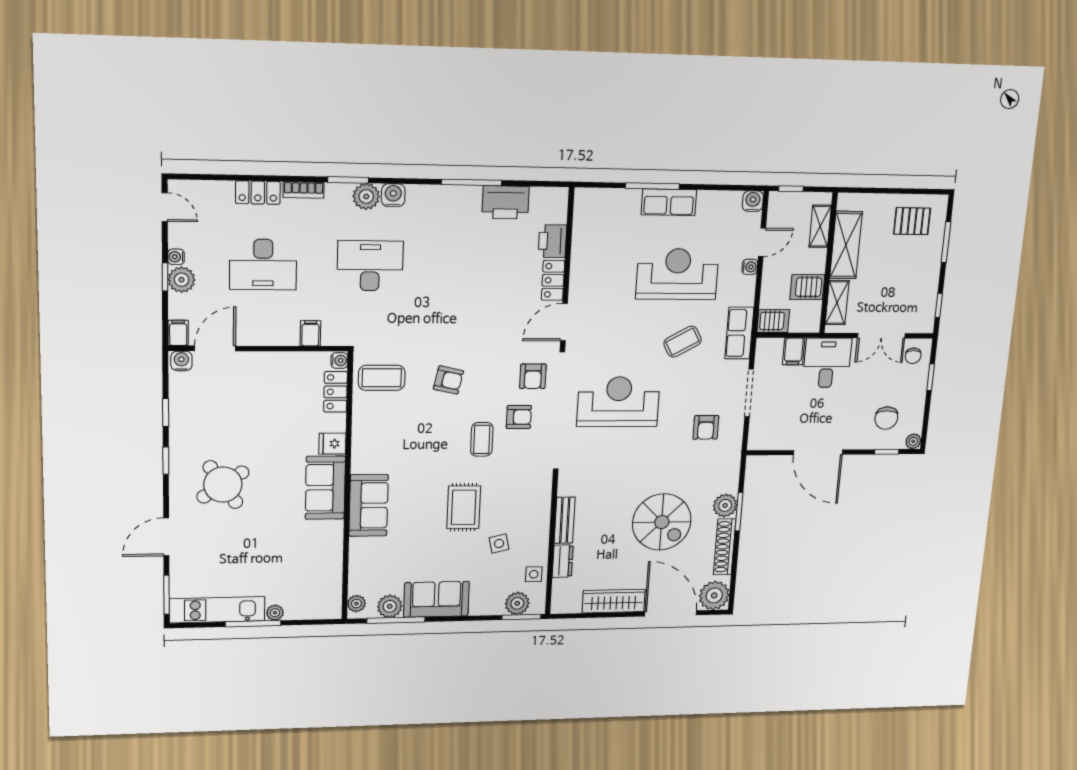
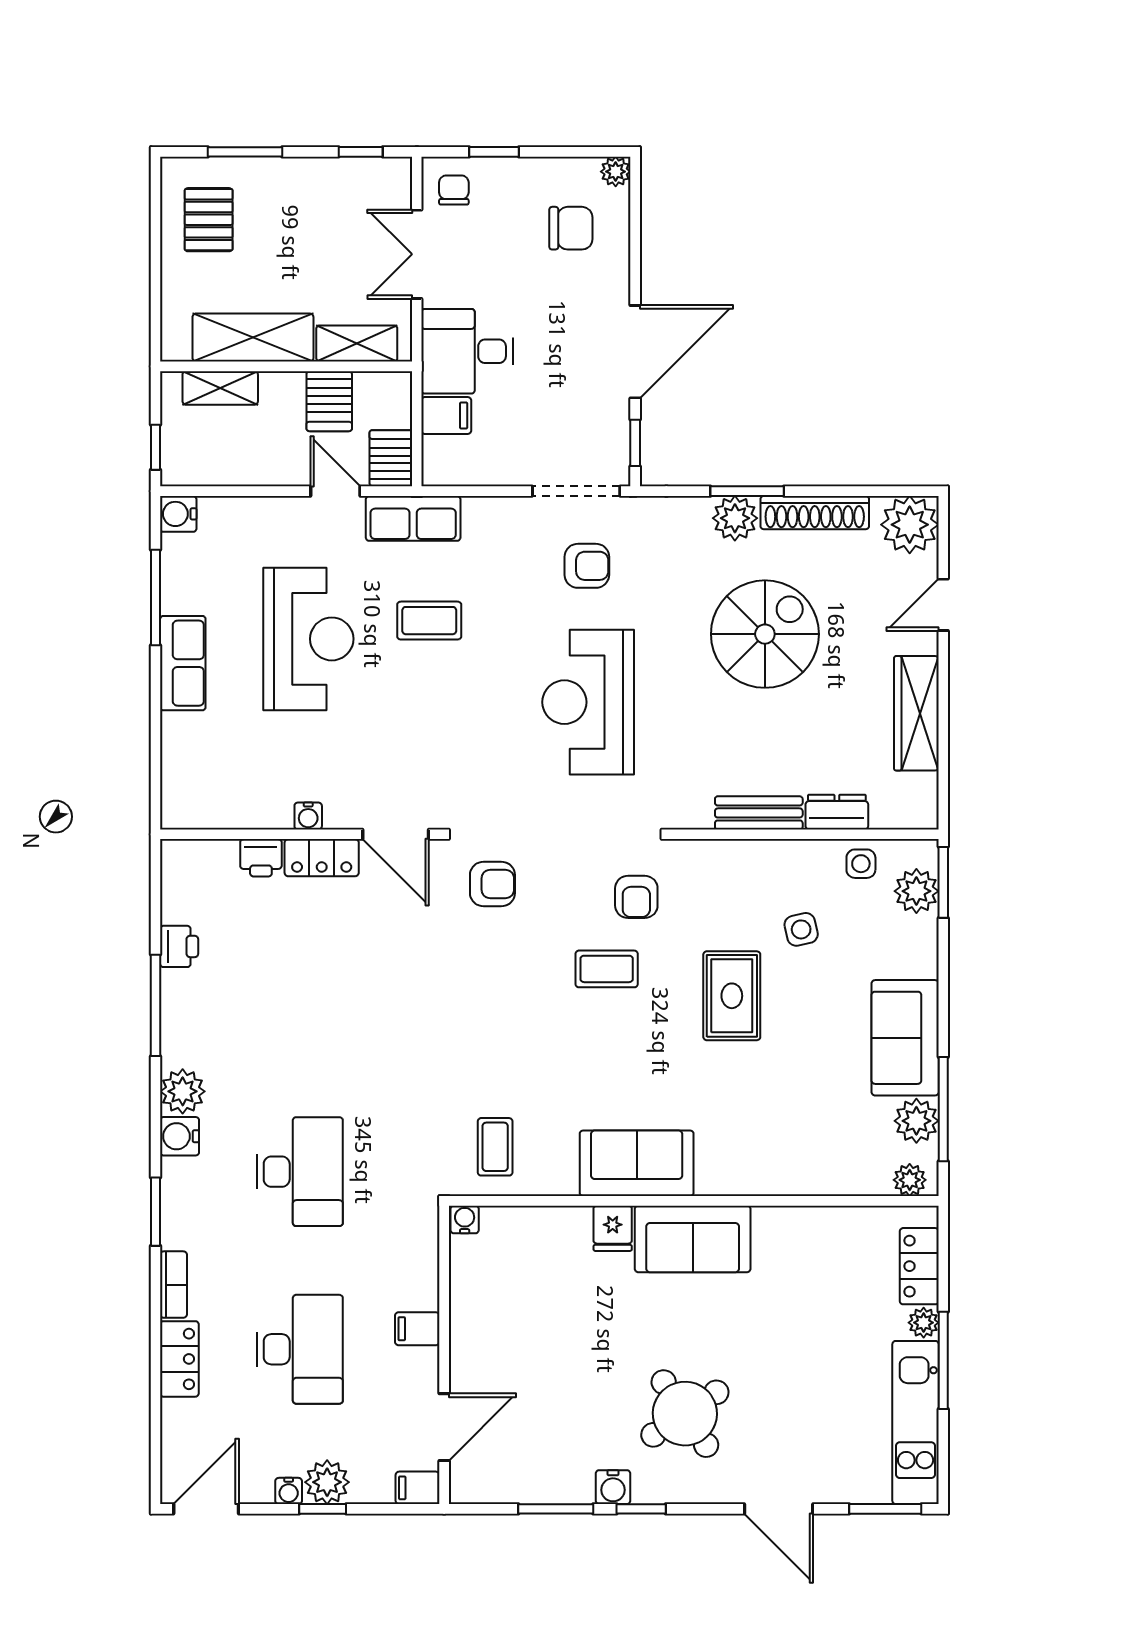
window: (652, 186) -> (156, 598), moved
plant: (366, 196) -> (183, 1091), moved
printer: (505, 202) -> (179, 946), width x0.53, depth x0.68
door: (165, 207) -> (206, 1509), width x1.37
printer: (552, 241) -> (261, 858), width x0.73, depth x0.81
door: (762, 242) -> (335, 491), moved
desk: (370, 266) -> (300, 1172), turned 180
water cooler: (750, 267) -> (308, 816), moved, turned 180
reception desk: (677, 274) -> (308, 639), turned 180
filing cabinet: (310, 333) -> (417, 1329), moved
double door: (881, 336) -> (417, 254), swing flipped
coffee table: (683, 342) -> (429, 621), turned -61
door: (215, 348) -> (444, 1427), swing flipped
chair: (913, 356) -> (454, 190), turned -90
water cooler: (181, 361) -> (613, 1487), moved, turned -90
coffee table: (382, 378) -> (495, 1147), width x0.73, depth x0.77
armchair: (448, 380) -> (499, 1032), removed
locker: (336, 392) -> (919, 1266), moved, turned 90
doorway: (749, 393) -> (576, 491), moved
reception desk: (618, 402) -> (588, 702), moved
window: (166, 413) -> (556, 1509), width x1.50
armchair: (519, 417) -> (636, 897), moved, turned 180
window: (887, 452) -> (635, 443), moved
sofa: (369, 505) -> (637, 1163), moved
rug: (464, 507) -> (732, 996), turned 90
door: (671, 613) -> (943, 605), width x0.53

